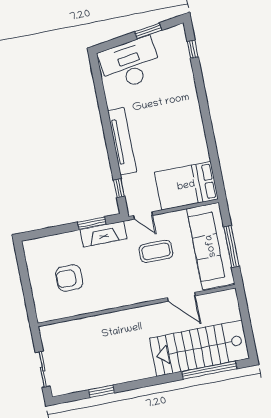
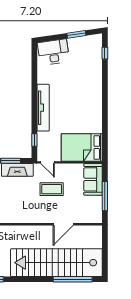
desk: (130, 64) -> (53, 52), width x0.73, depth x0.77
sofa: (211, 246) -> (93, 179), width x0.54, depth x0.79
door: (181, 297) -> (63, 224), hinge flipped
stairs: (199, 348) -> (56, 263), width x1.36

